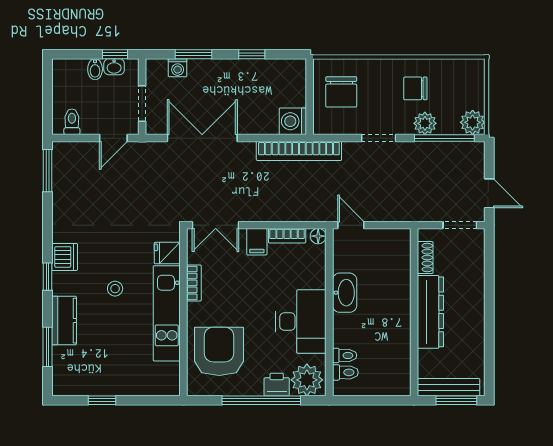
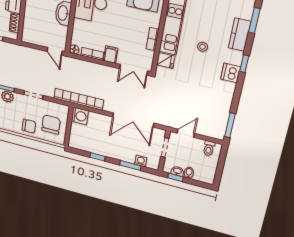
chair: (415, 88) -> (29, 126), moved
double door: (216, 225) -> (134, 70), swing flipped

